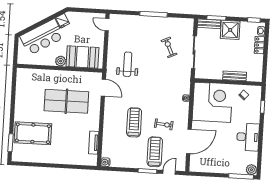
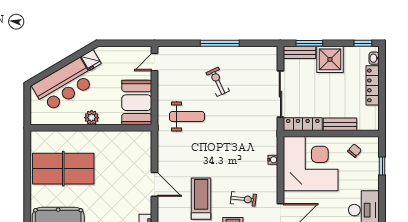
door: (107, 25) -> (155, 62), hinge flipped
locker: (259, 45) -> (373, 85), width x1.53
exercise bike: (169, 47) -> (218, 82), moved
booth: (82, 57) -> (137, 103), moved, turned 90
weight bench: (128, 64) -> (187, 116), turned 90
locker: (208, 74) -> (303, 124), added
door: (103, 88) -> (155, 184), moved
table tennis table: (66, 101) -> (63, 169), moved

